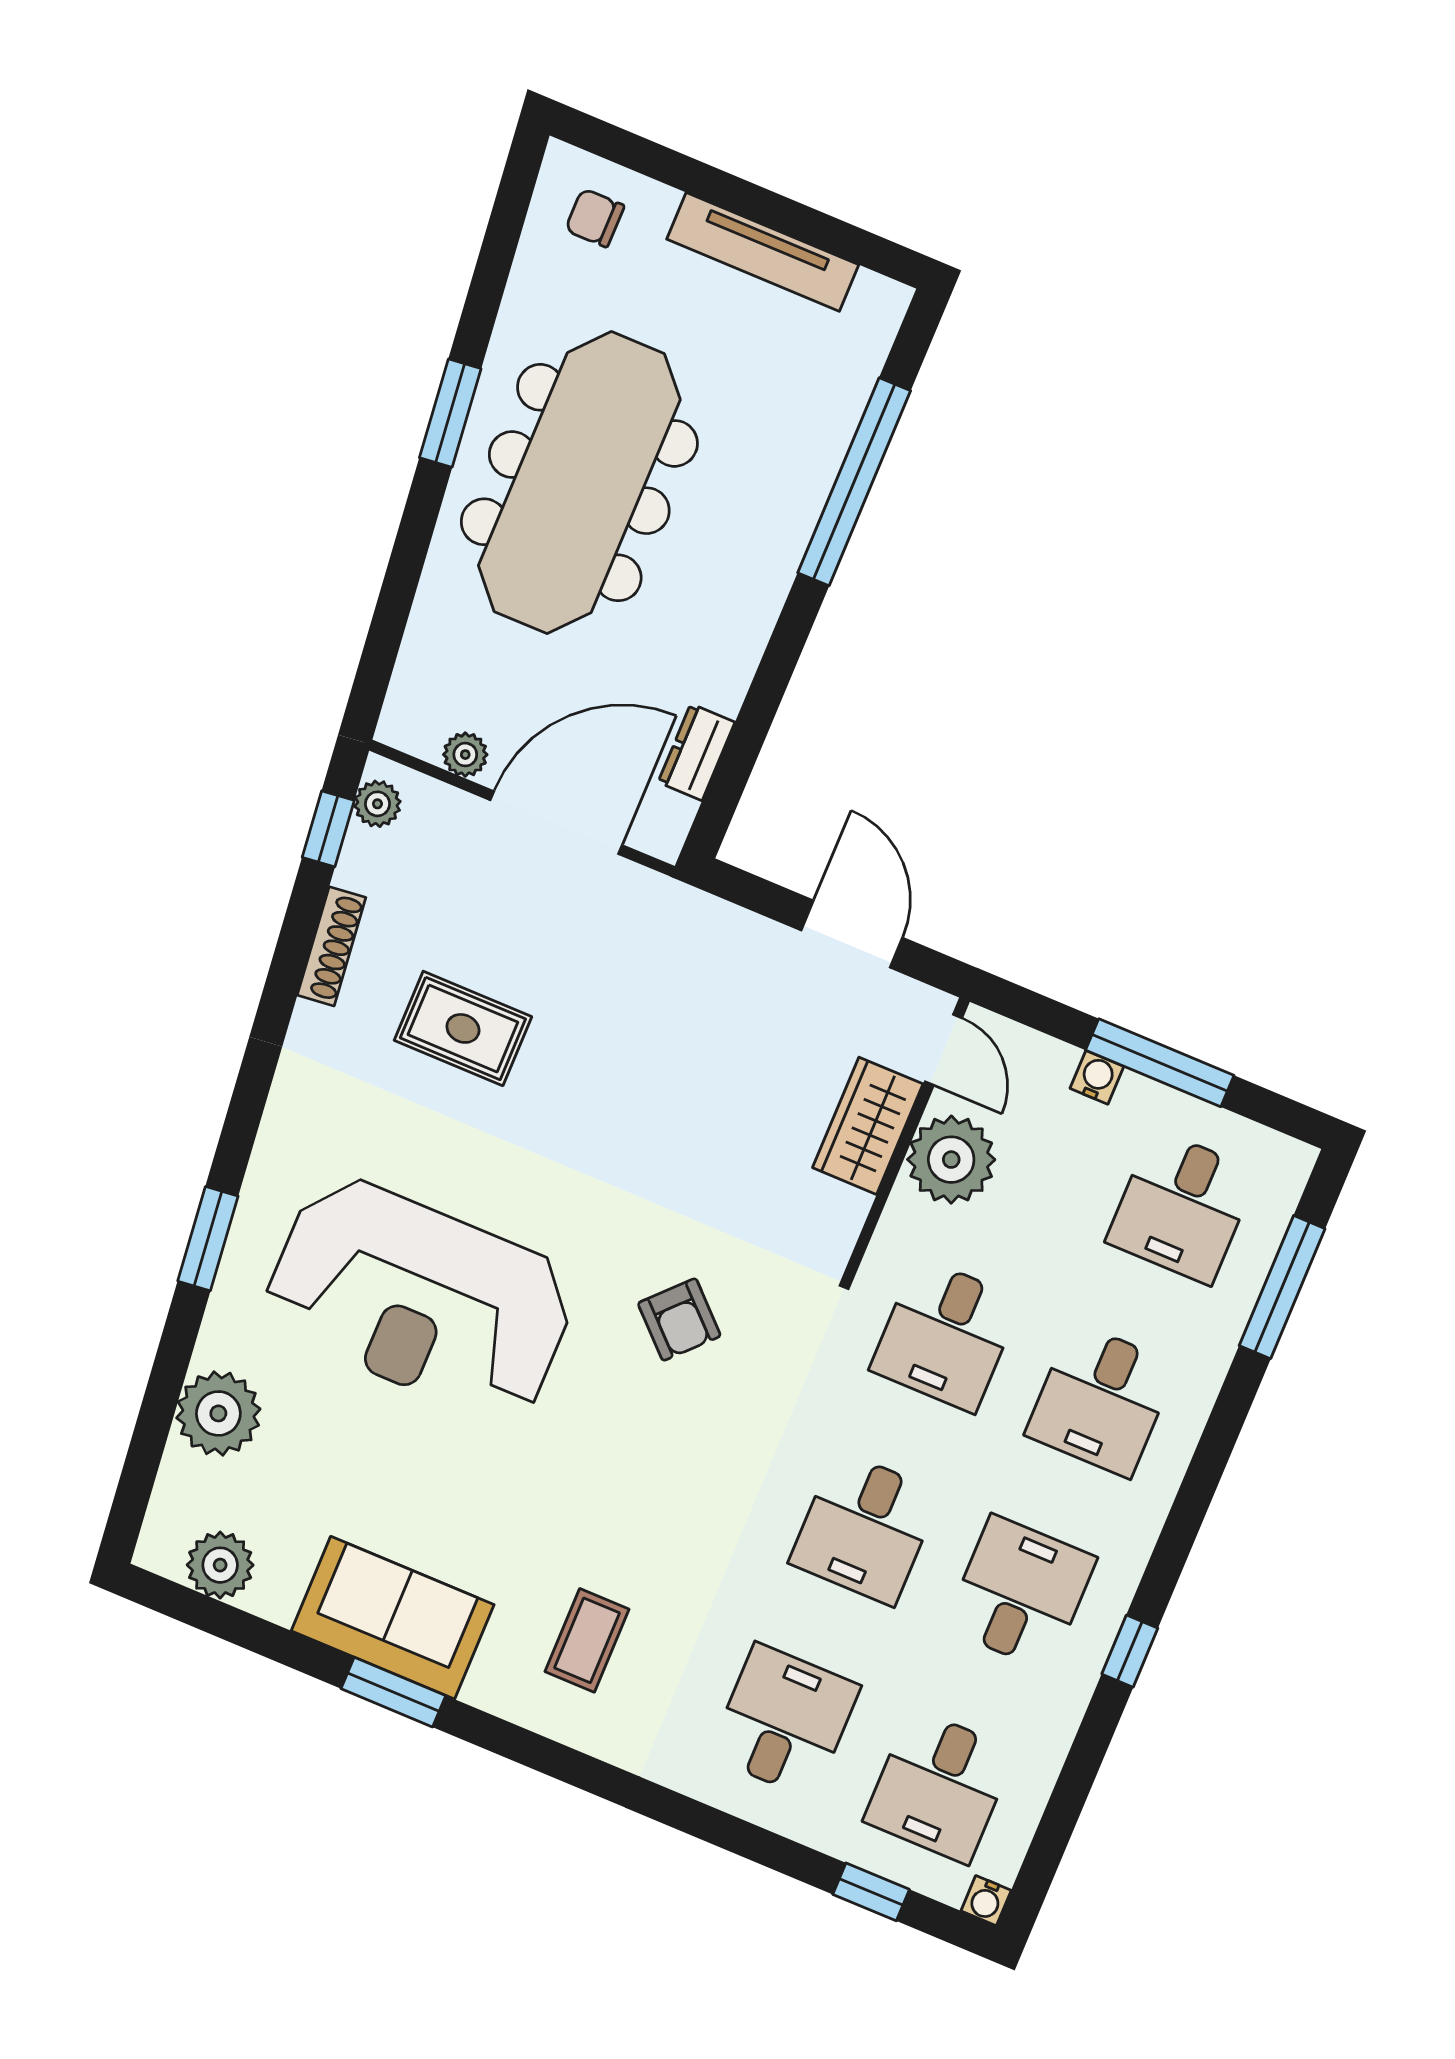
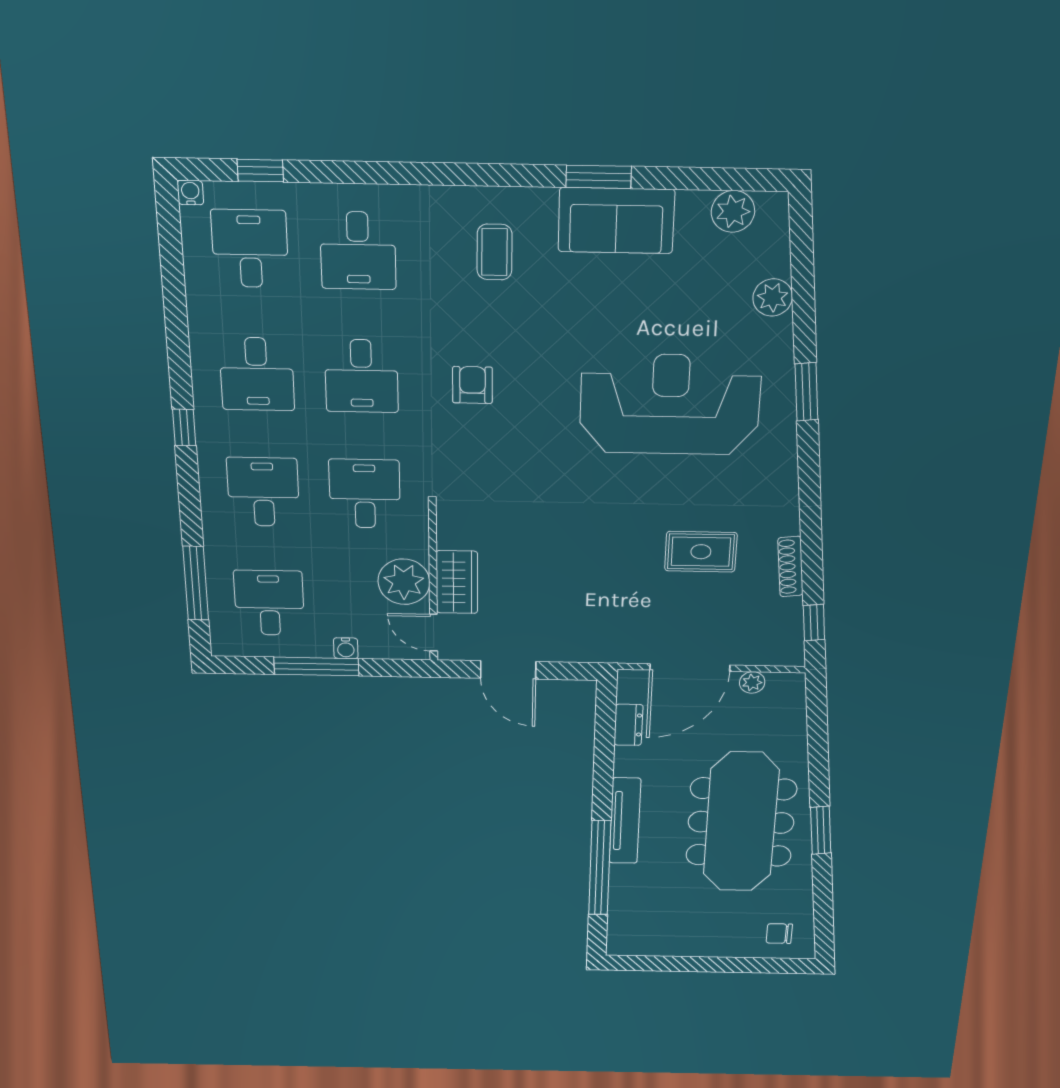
chair: (595, 218) -> (779, 934), turned 180
tv unit: (763, 252) -> (625, 821), moved, turned 90
plant: (377, 804) -> (791, 644), removed
armchair: (679, 1320) -> (472, 385), moved, turned 46
plant: (218, 1413) -> (773, 297), width x0.73, depth x0.73
desk: (865, 1528) -> (361, 376), turned 180
window: (1130, 1651) -> (184, 428), moved

